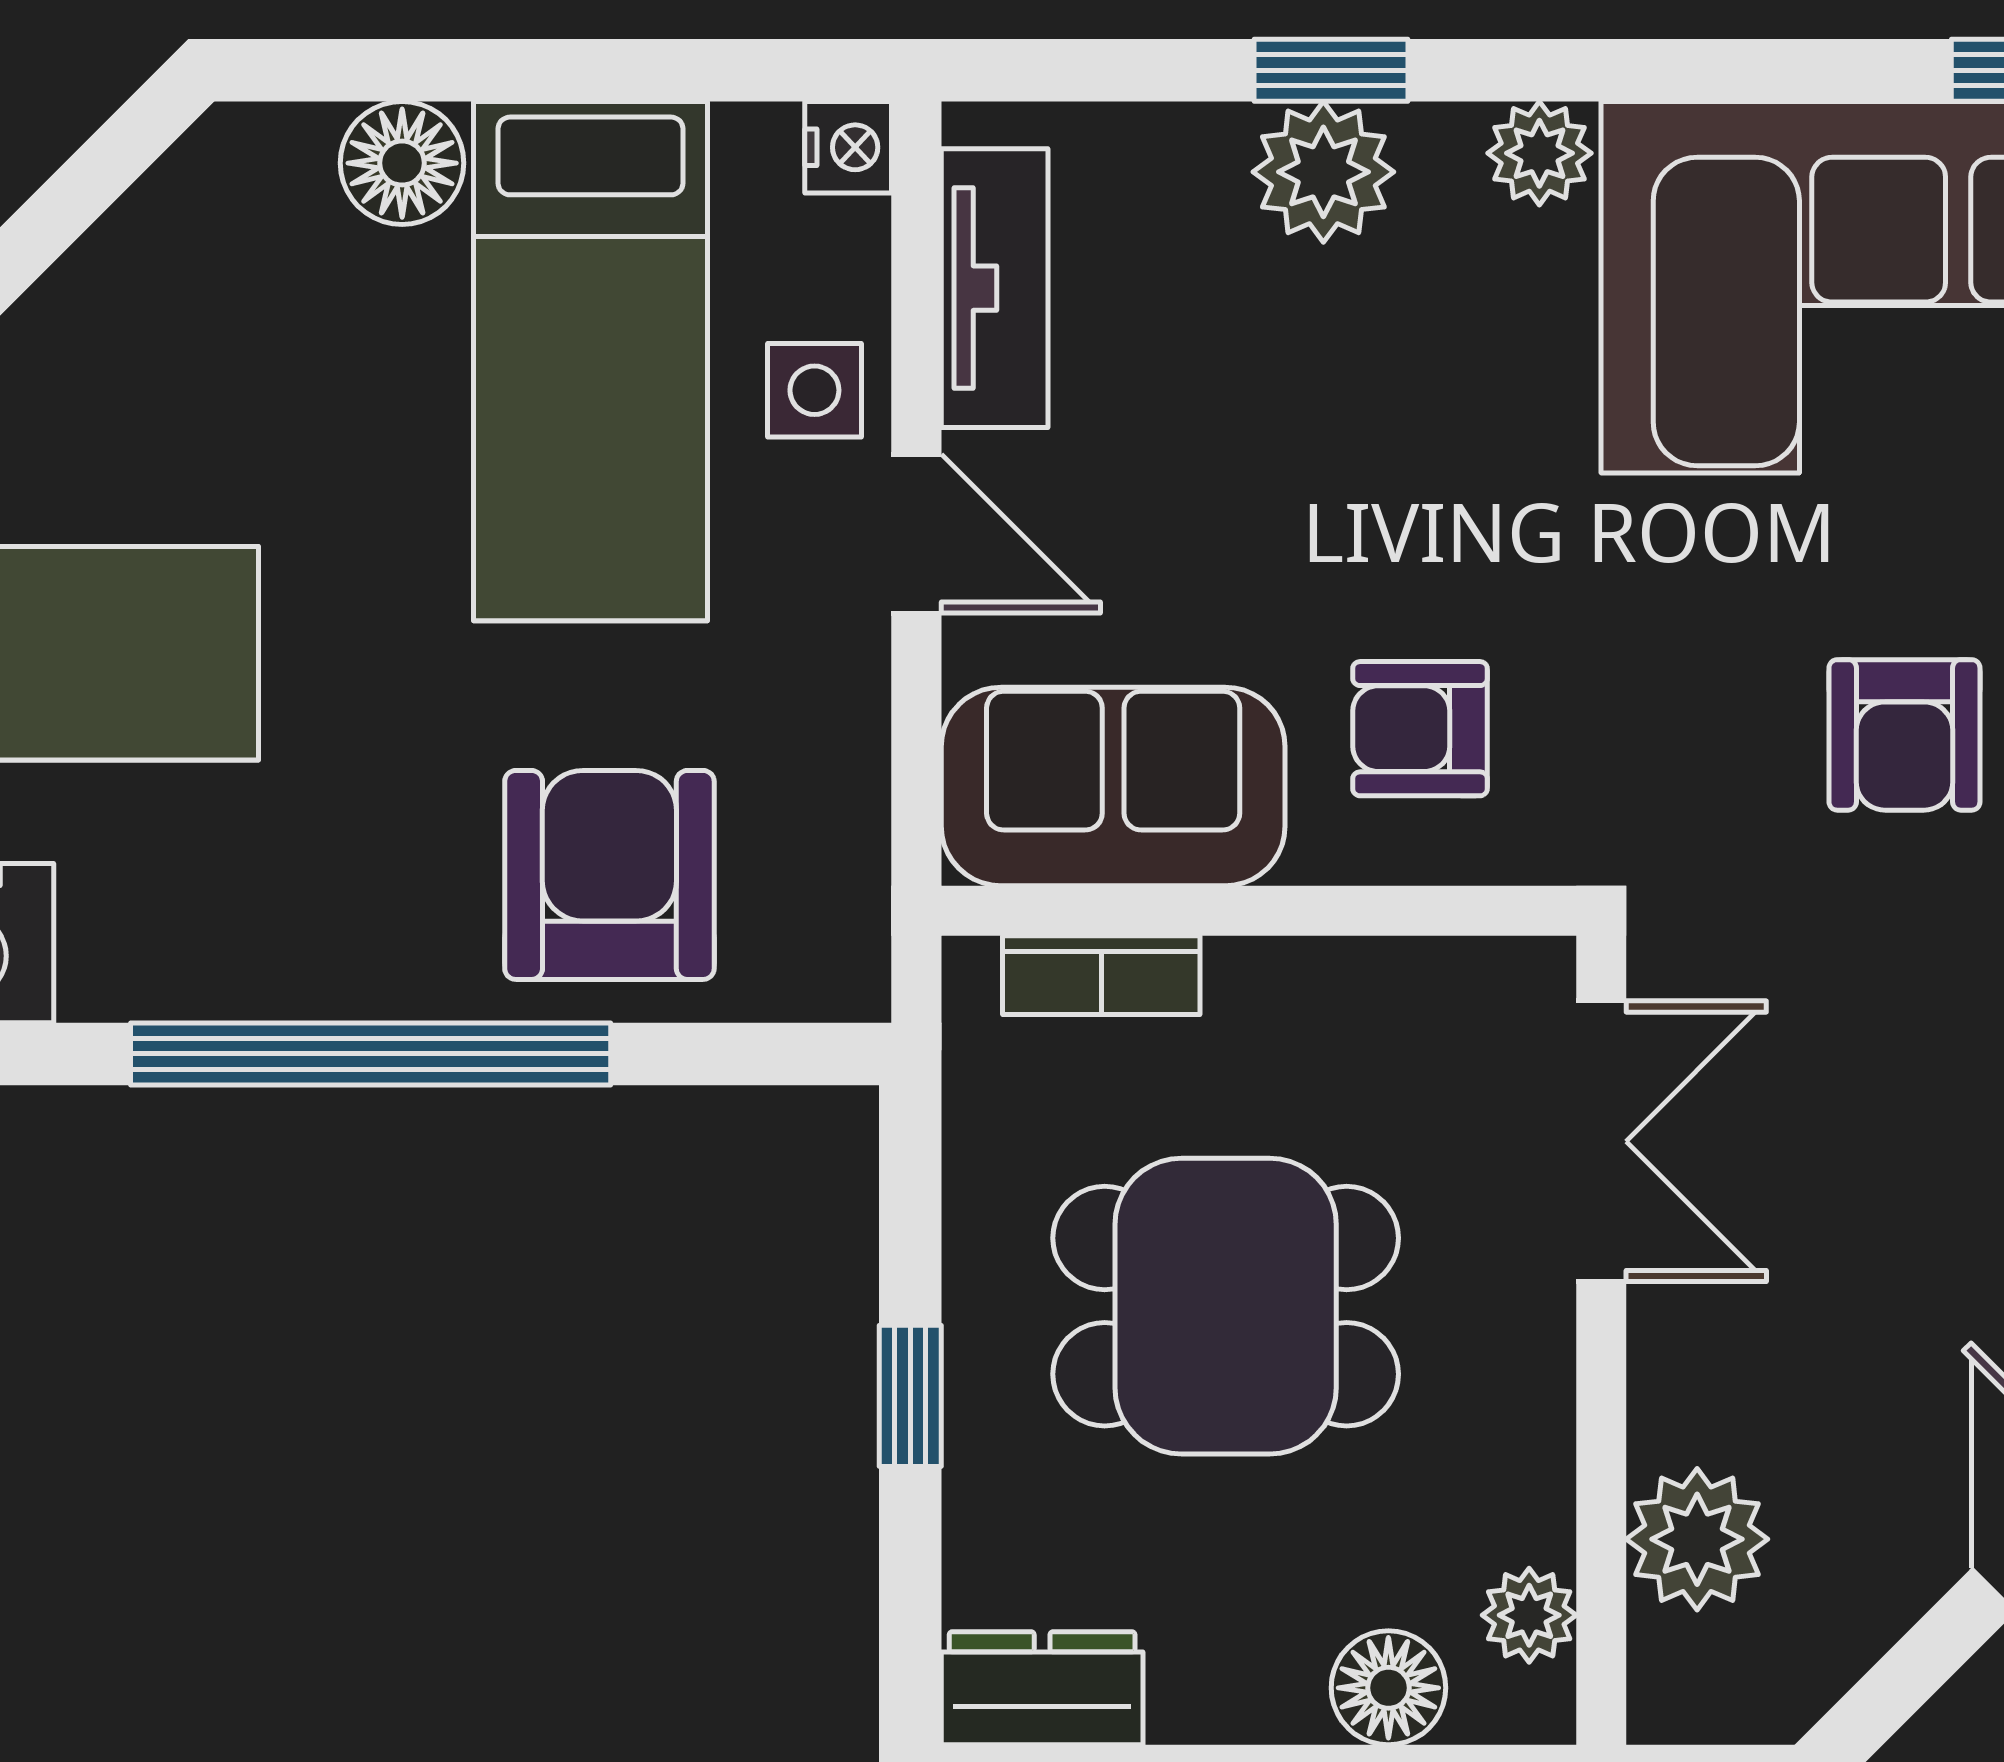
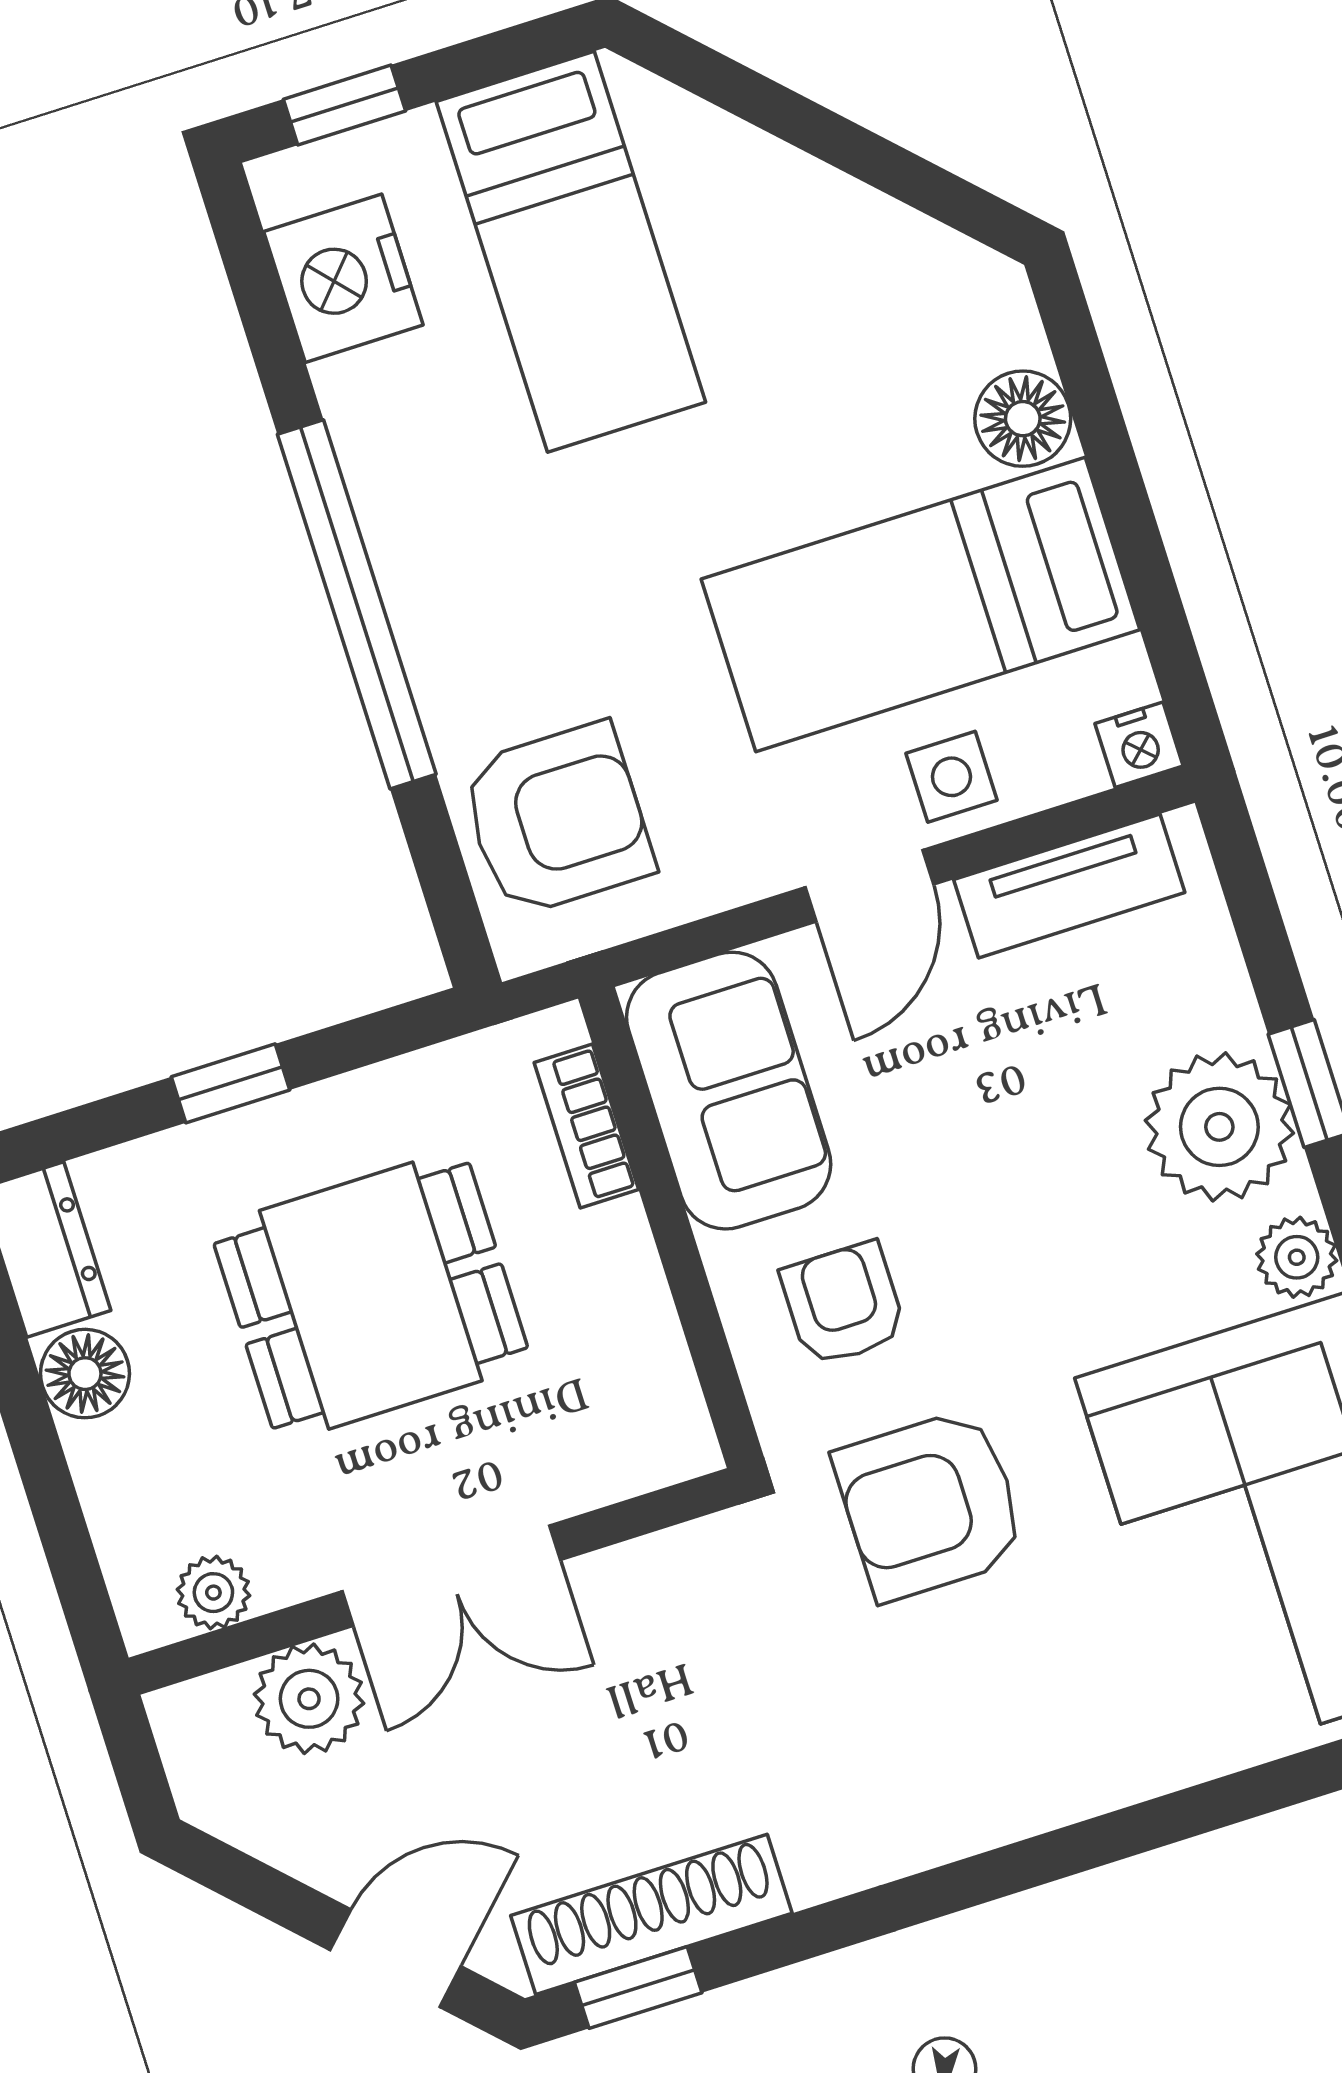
plant: (1323, 172) -> (1219, 1127), width x1.36, depth x1.36
armchair: (1904, 735) -> (930, 1505), moved, width x1.38, depth x1.38
armchair: (609, 875) -> (557, 819), moved
double door: (1601, 1141) -> (451, 1576), moved
dining table: (1226, 1306) -> (371, 1296), turned 90
floor lamp: (1388, 1688) -> (85, 1374), moved

